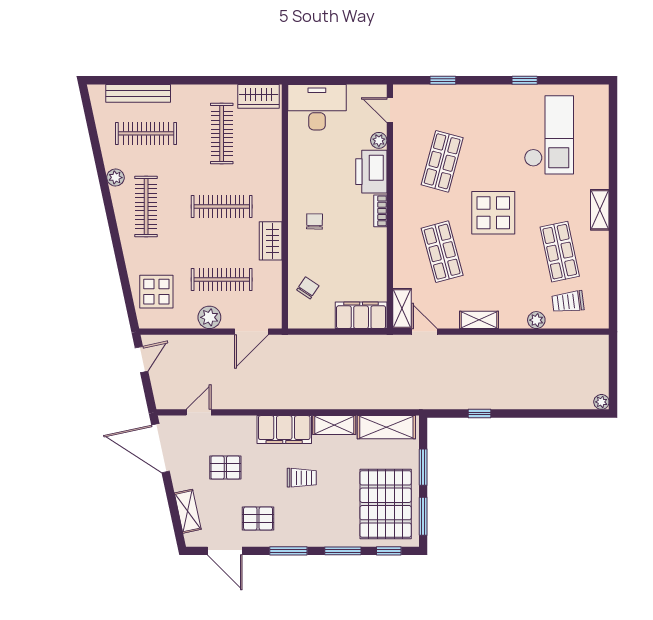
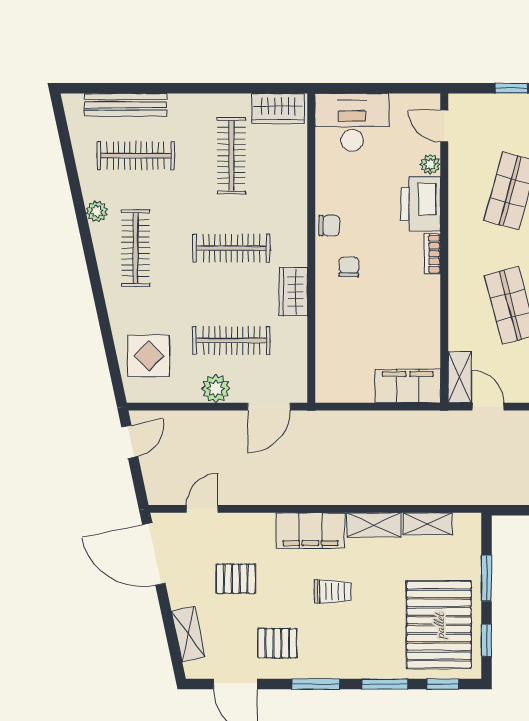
chair: (308, 288) -> (329, 226), moved, turned 56
shelving: (386, 427) -> (428, 524), width x0.67, depth x0.75
window: (423, 516) -> (486, 640), width x0.67

